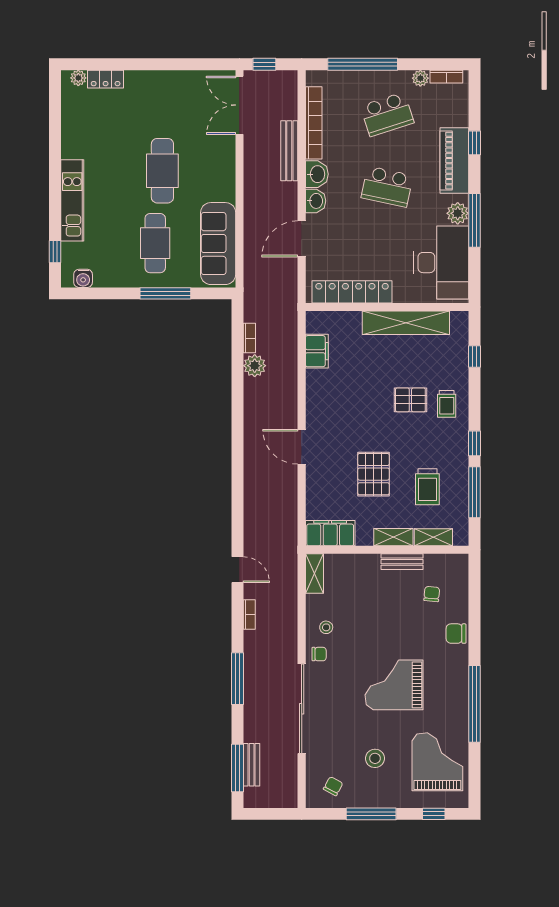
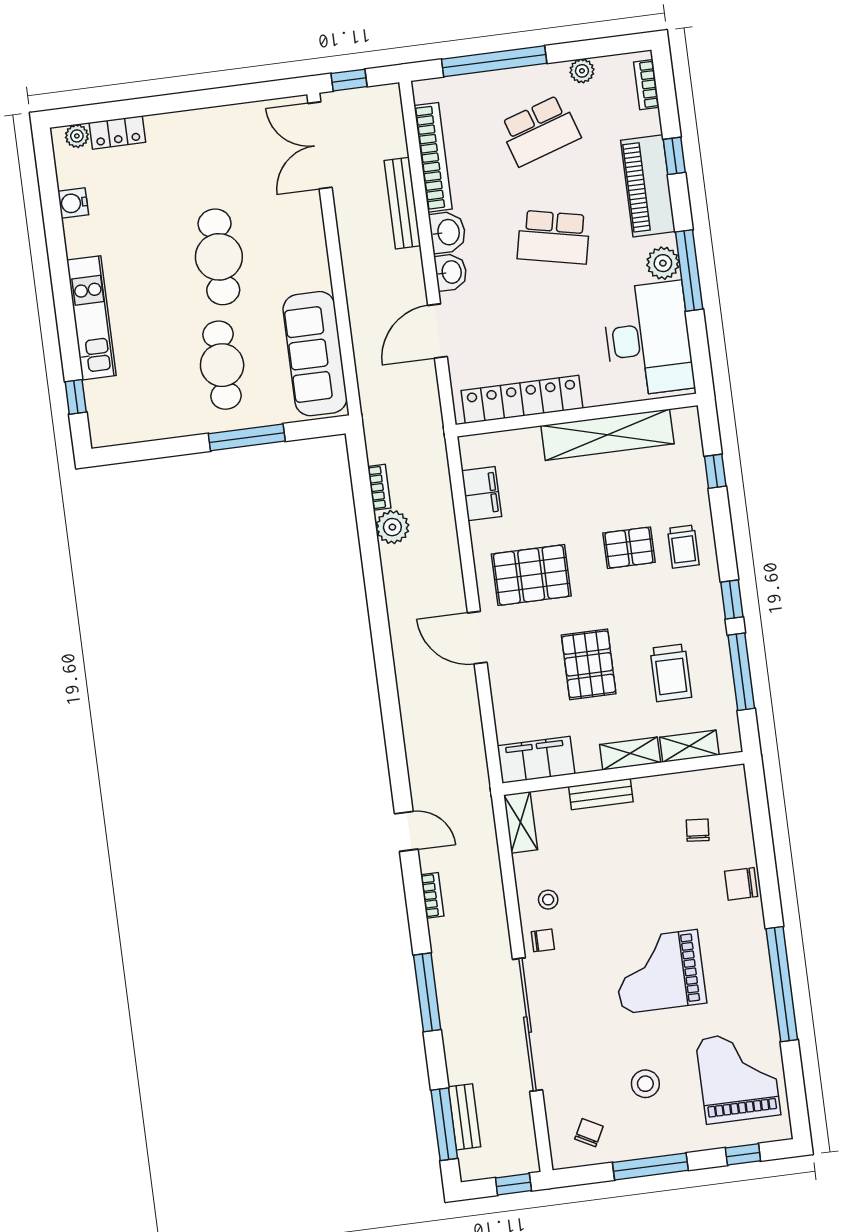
bookcase: (446, 77) -> (646, 85), moved, turned 90
water cooler: (83, 278) -> (73, 203), moved, turned 90
pallet: (343, 410) -> (531, 575), added
bench: (402, 562) -> (601, 794), moved
window: (278, 814) -> (513, 1184), added

